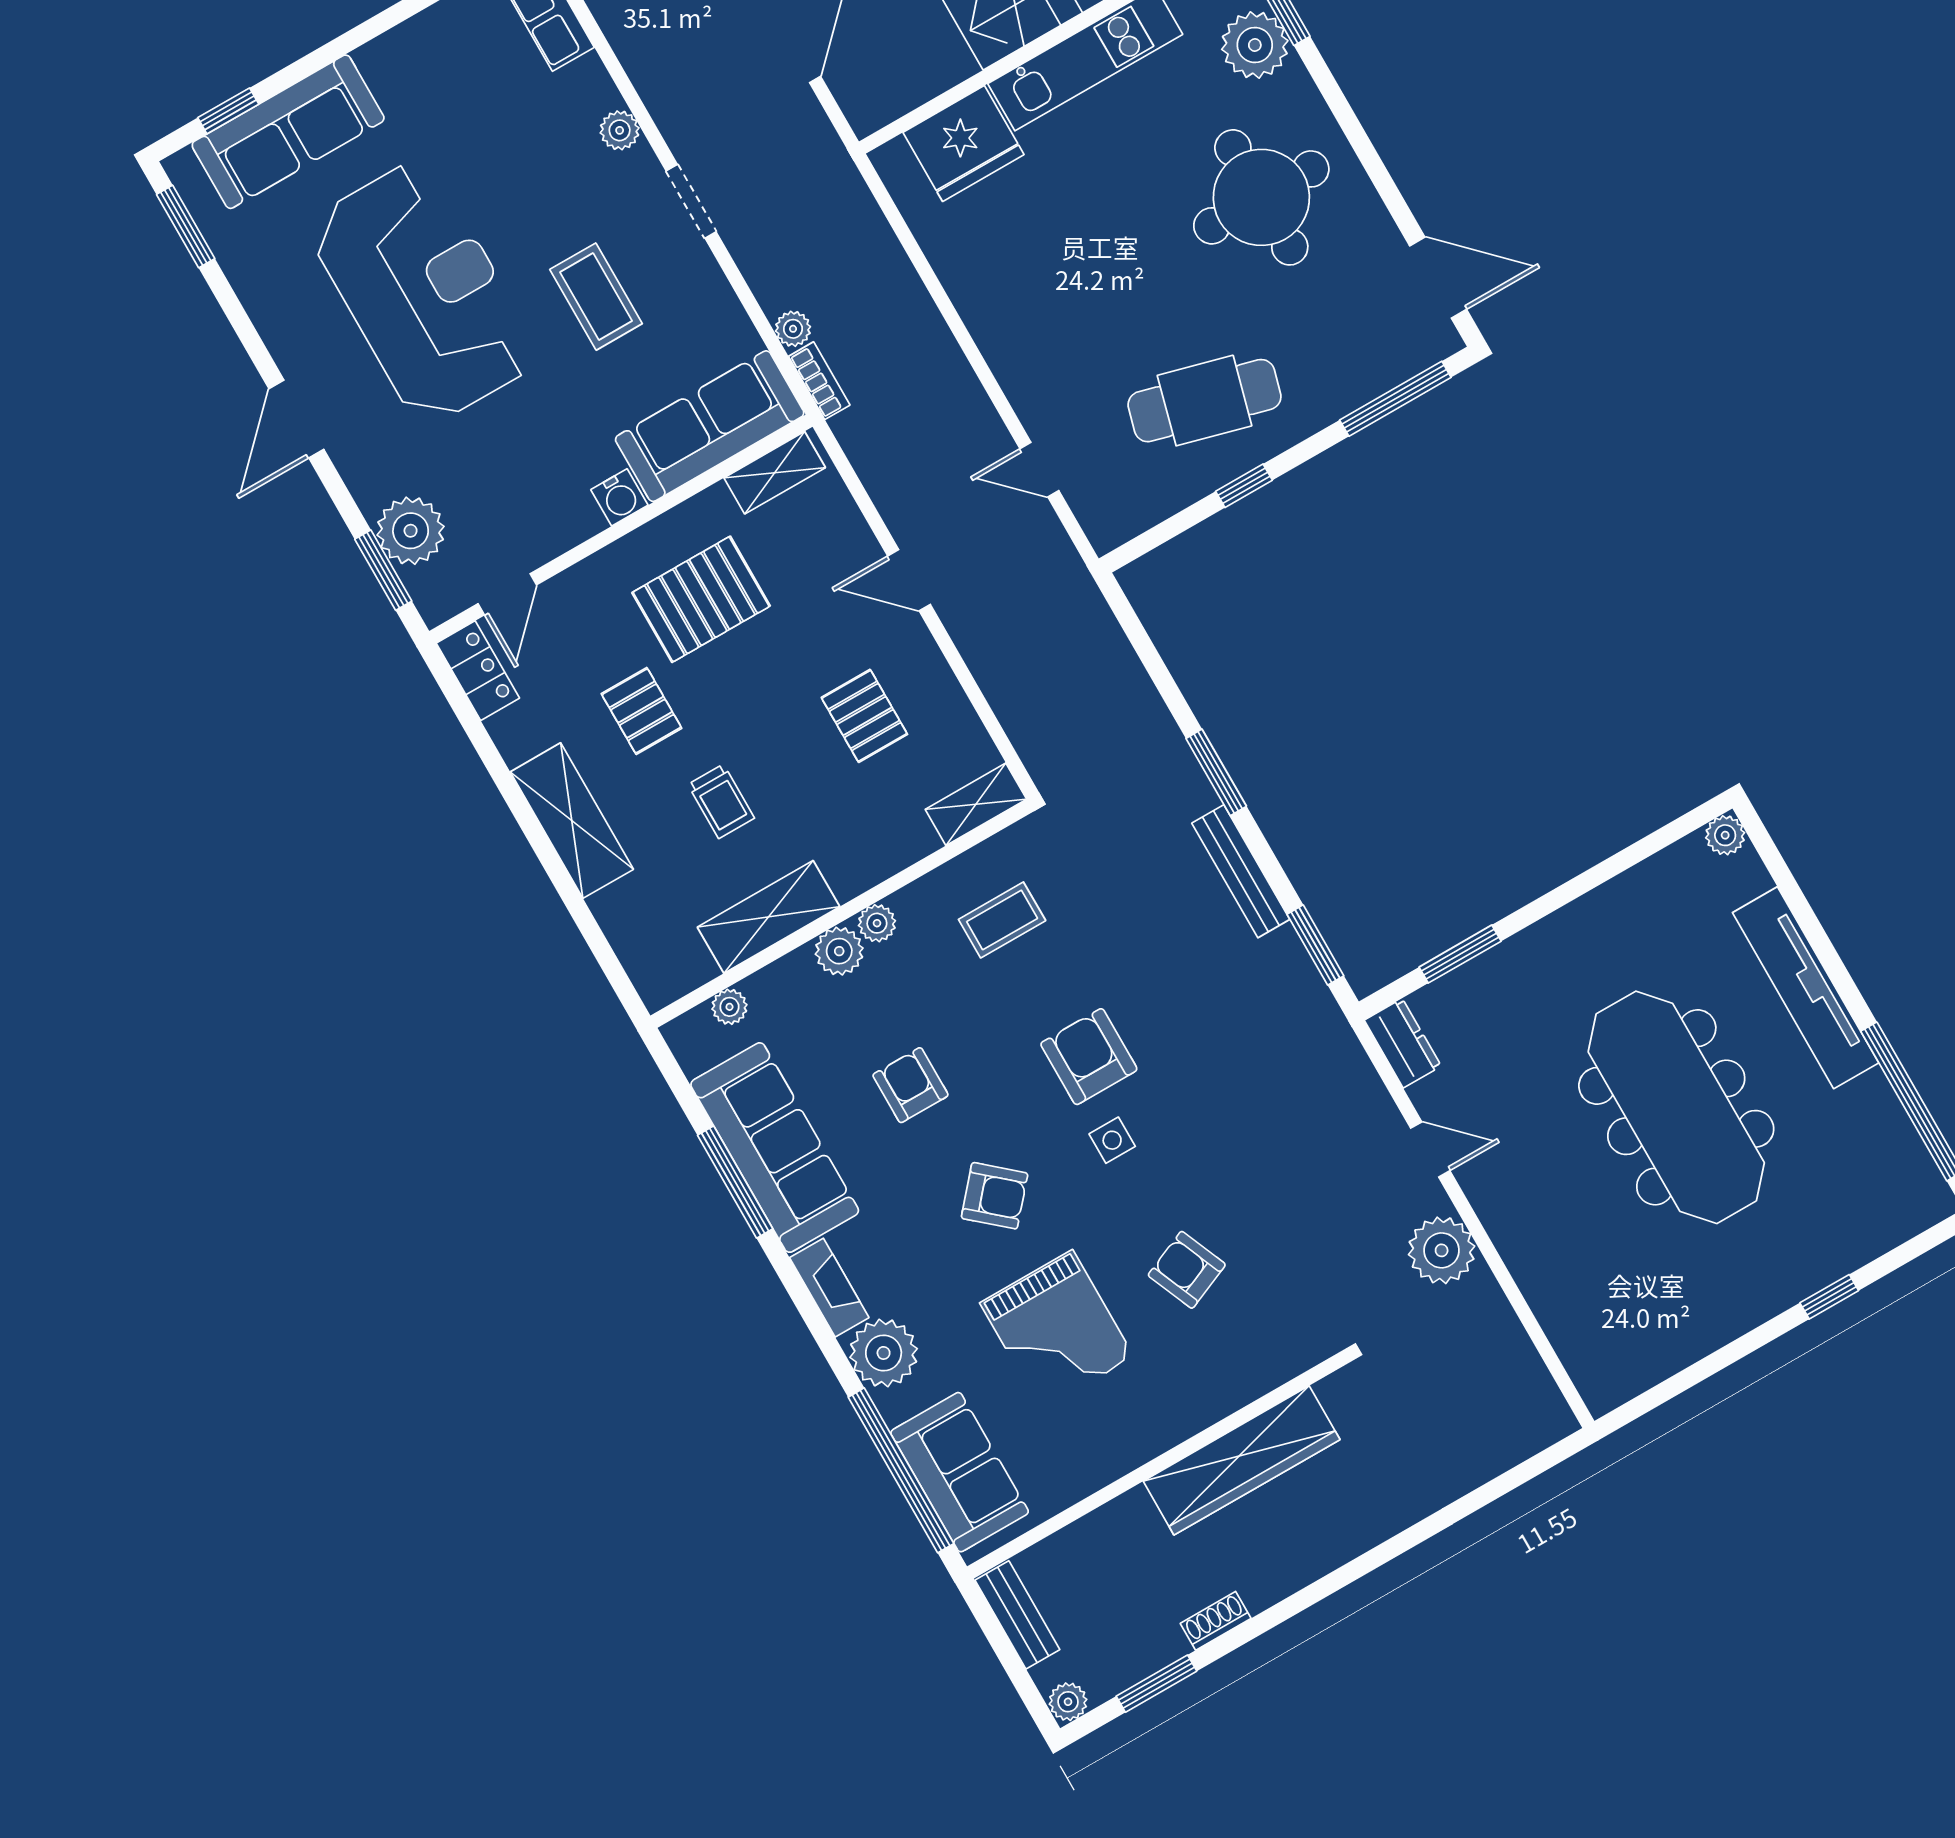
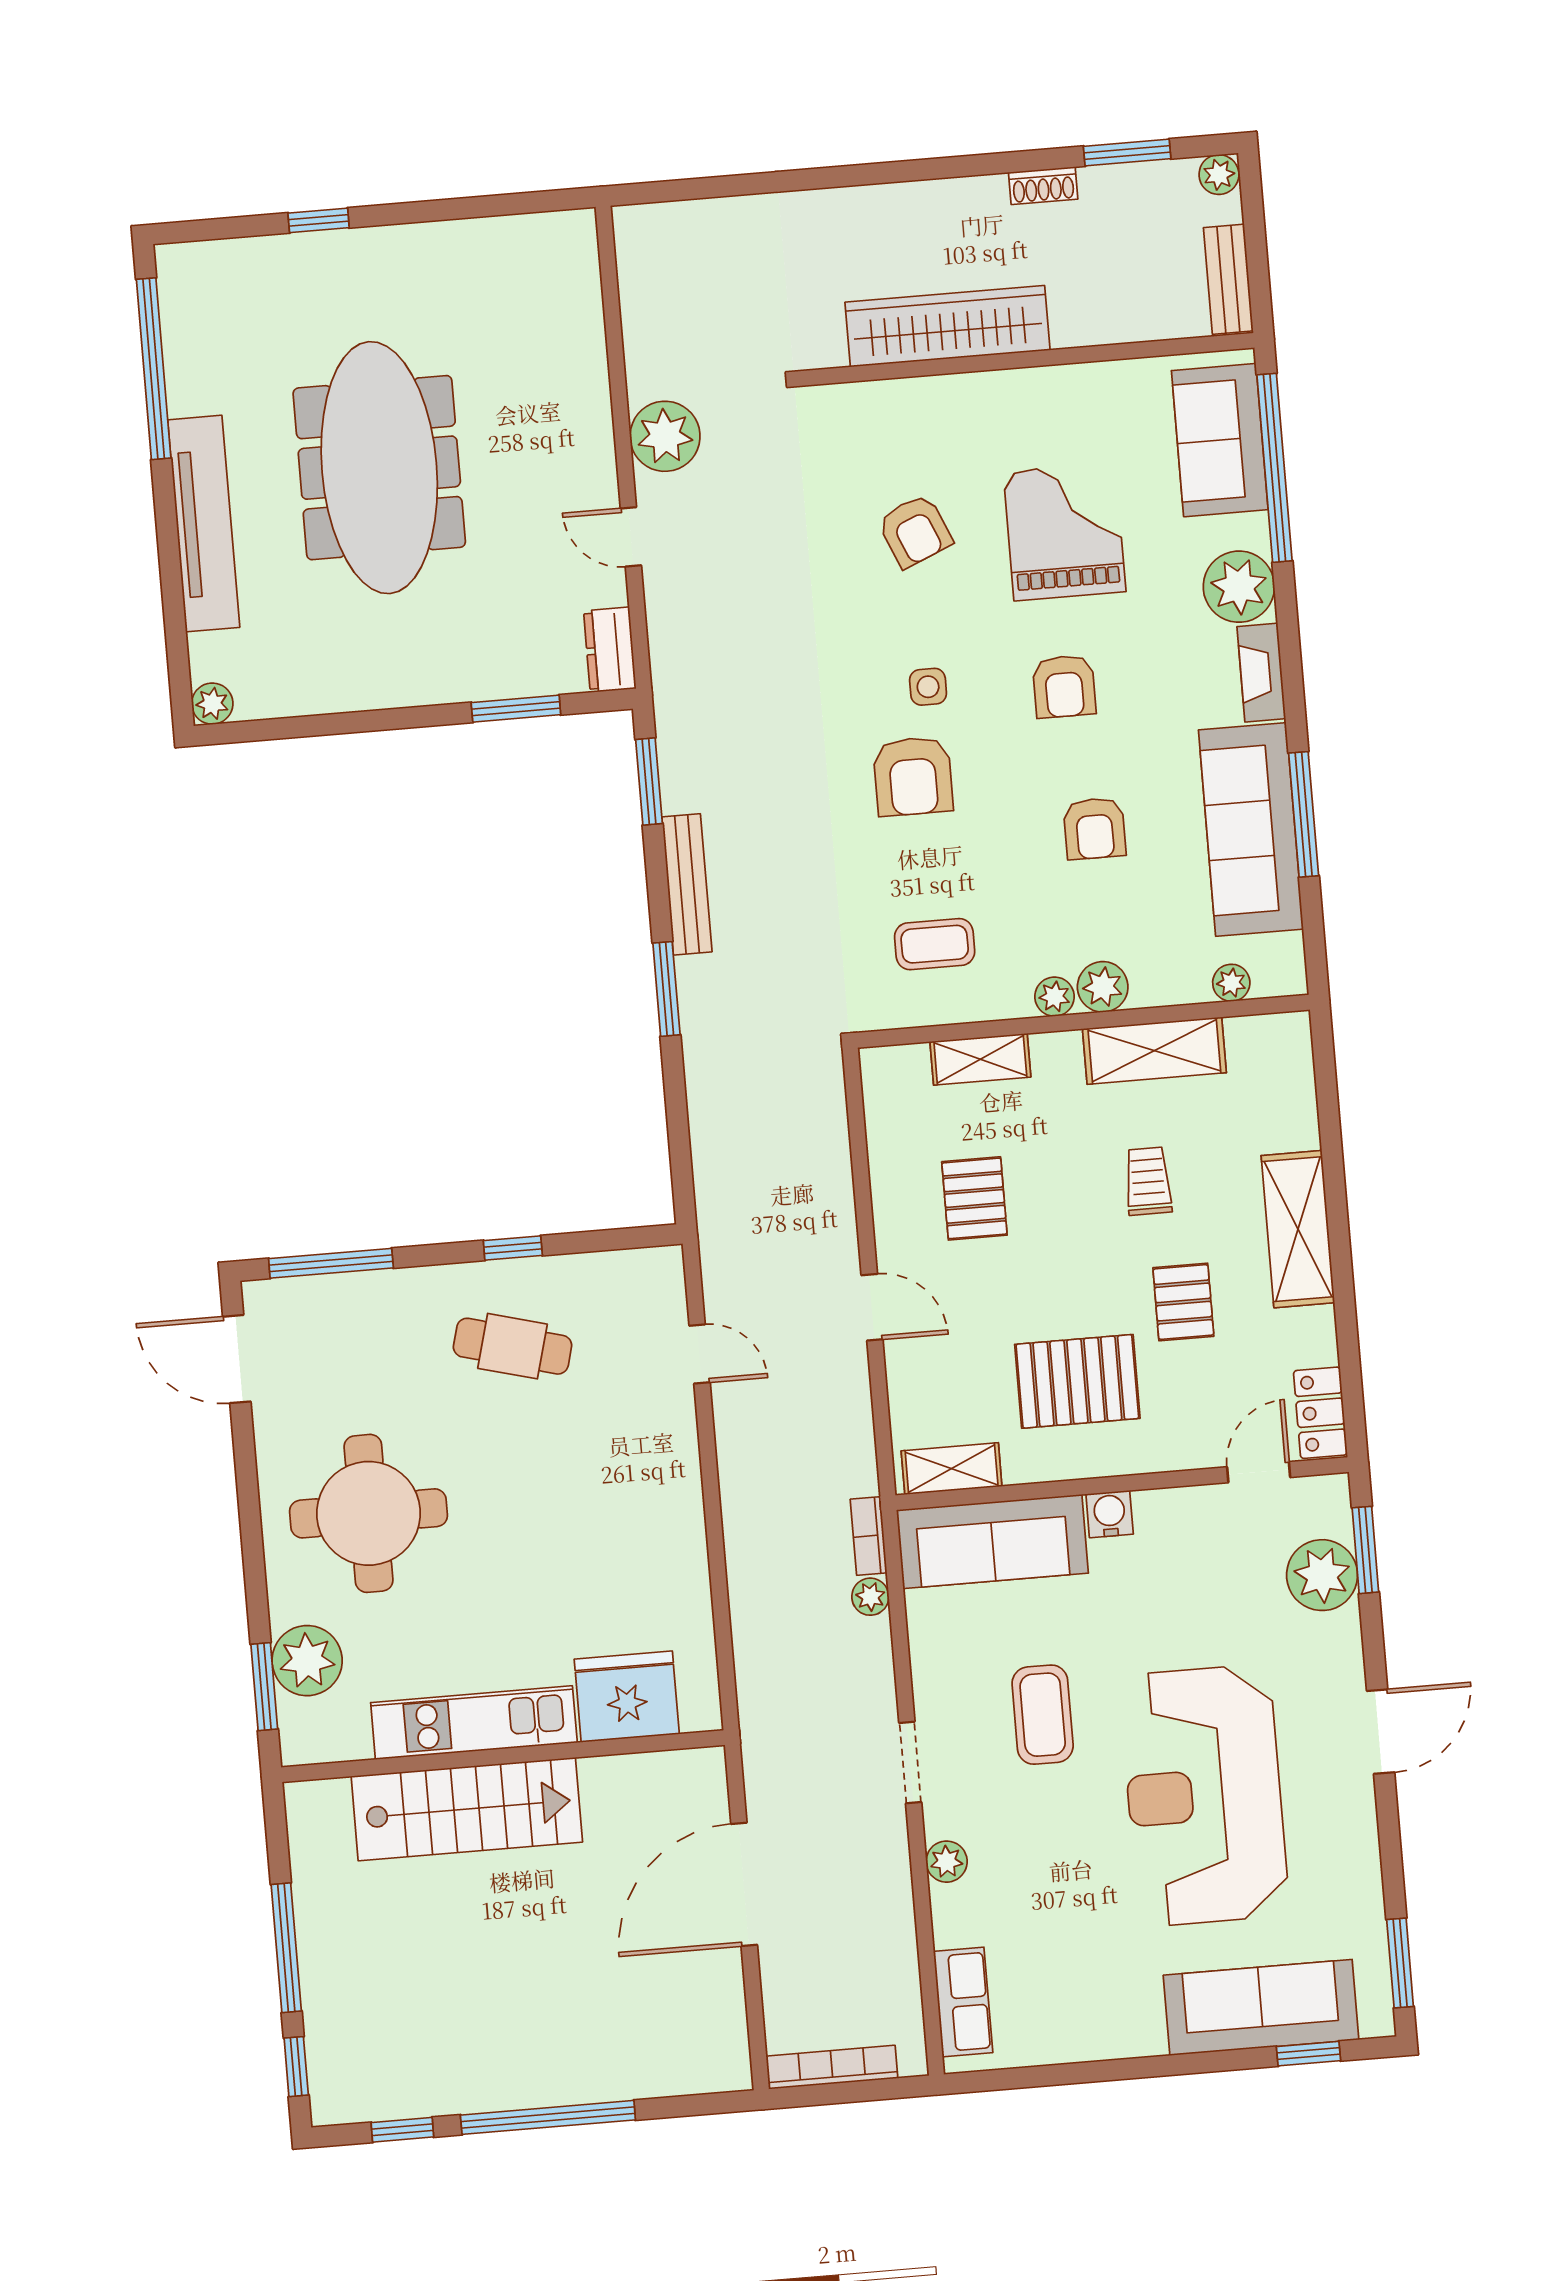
cafe table: (1205, 401) -> (513, 1346), width x0.73, depth x0.74
shelving: (976, 804) -> (980, 1059), moved
armchair: (995, 1196) -> (1064, 686), turned -131

